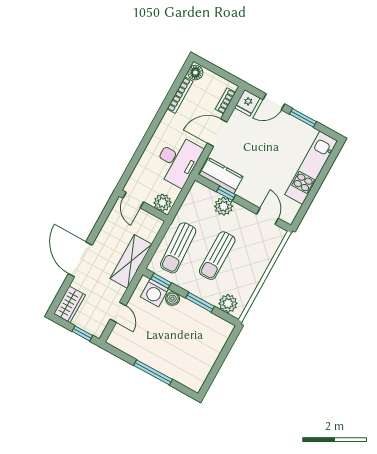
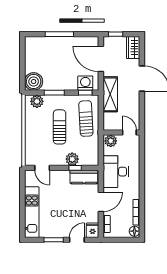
boiler: (173, 299) -> (34, 82), moved, width x1.86, depth x1.86
door: (118, 312) -> (101, 59), width x1.88

